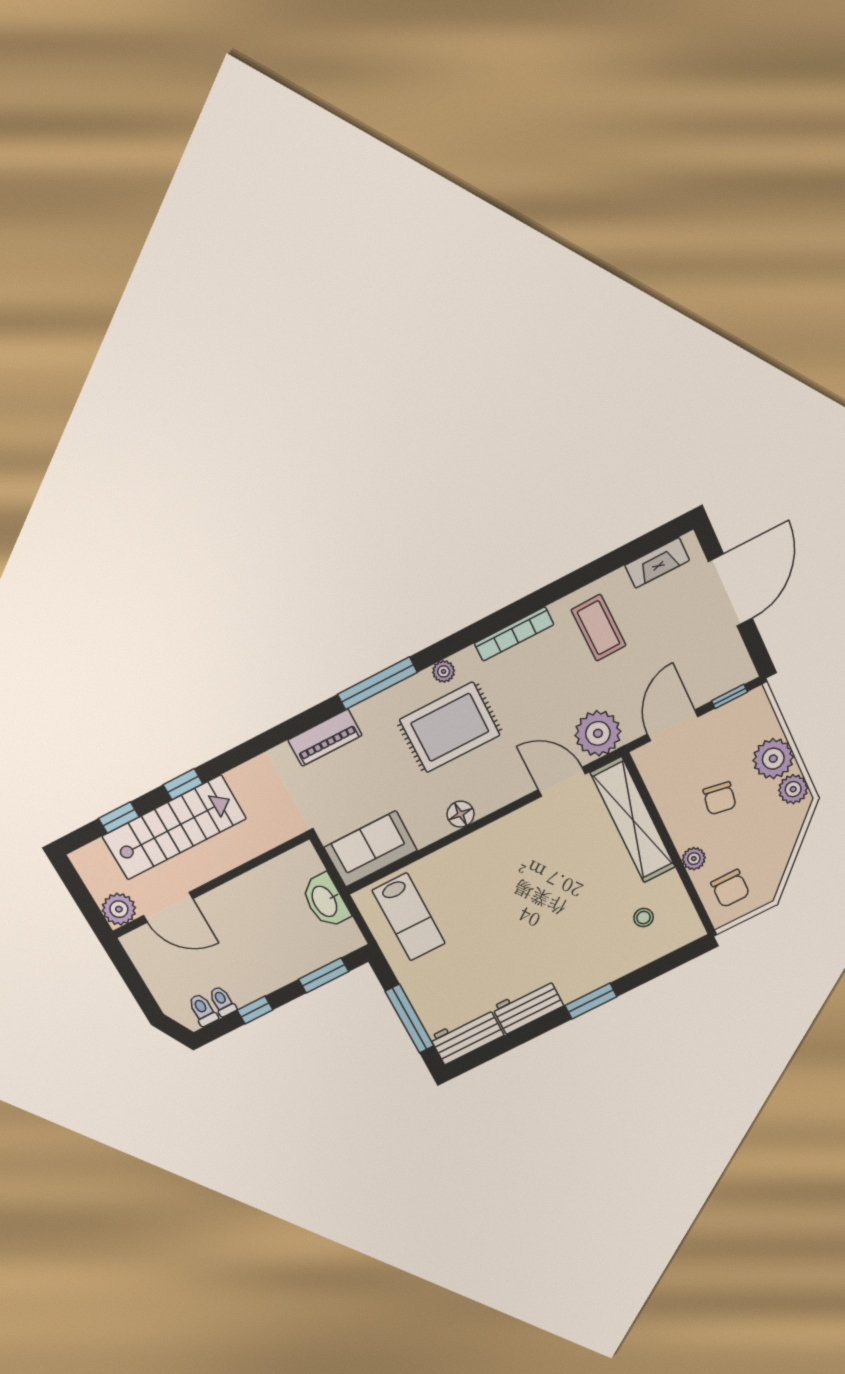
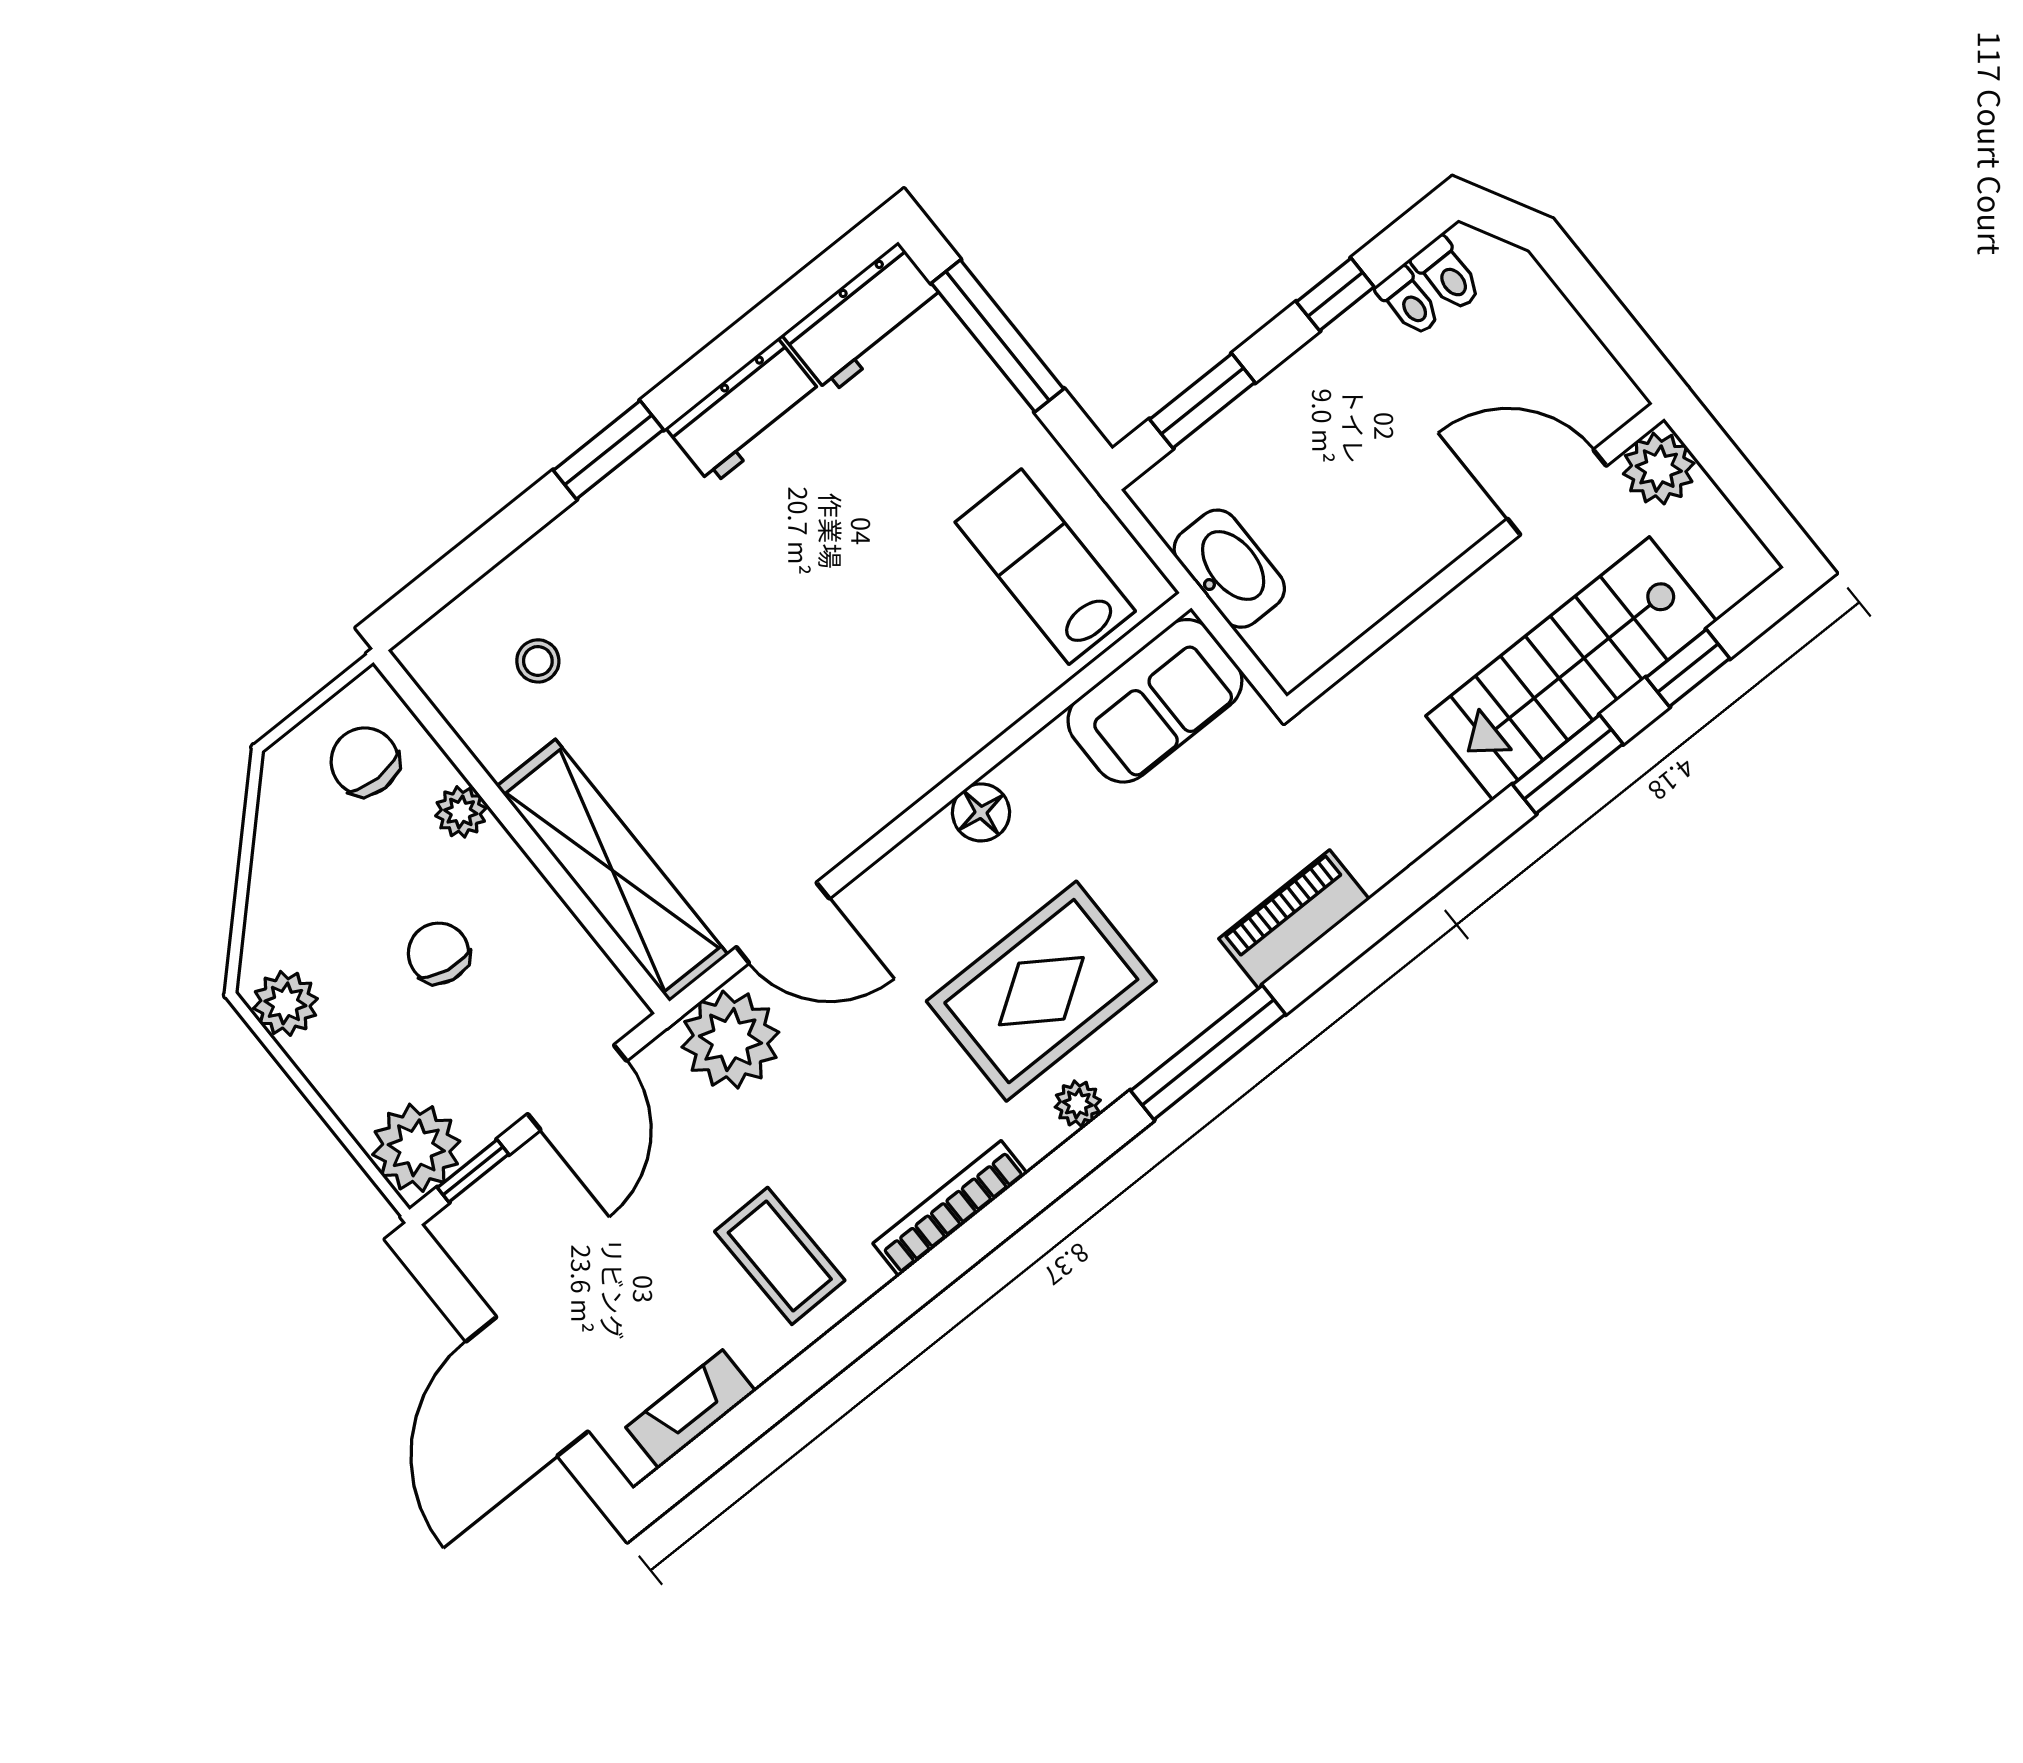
plant: (773, 759) -> (416, 1148), moved
window: (183, 784) -> (1568, 764), width x1.50

